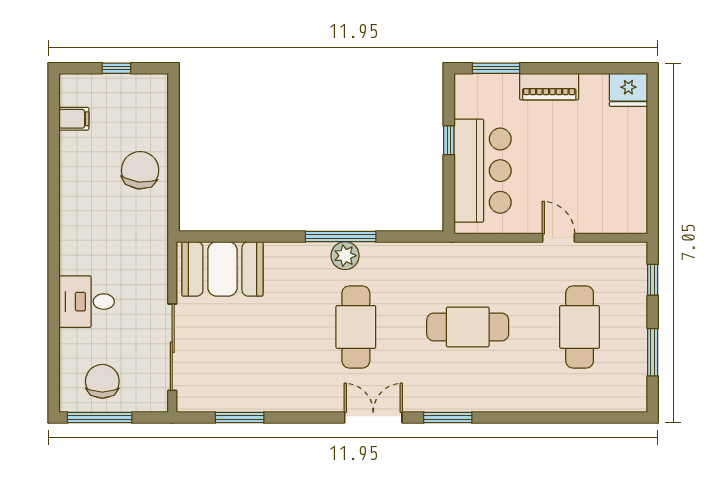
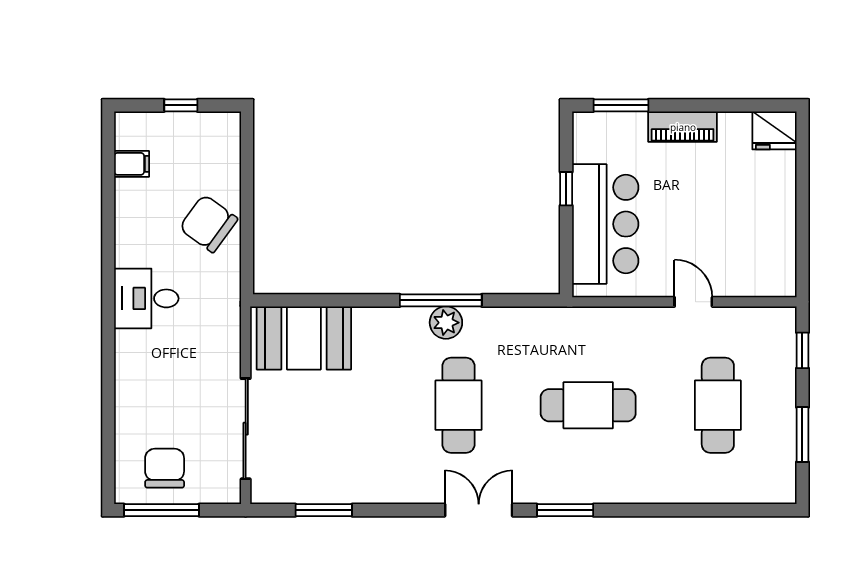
chair: (140, 170) -> (208, 224), turned -60
desk: (87, 302) -> (146, 298), moved

